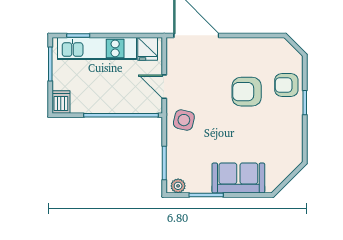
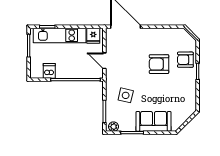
dishwasher: (61, 102) -> (49, 71), moved
side table: (184, 120) -> (126, 95), moved

